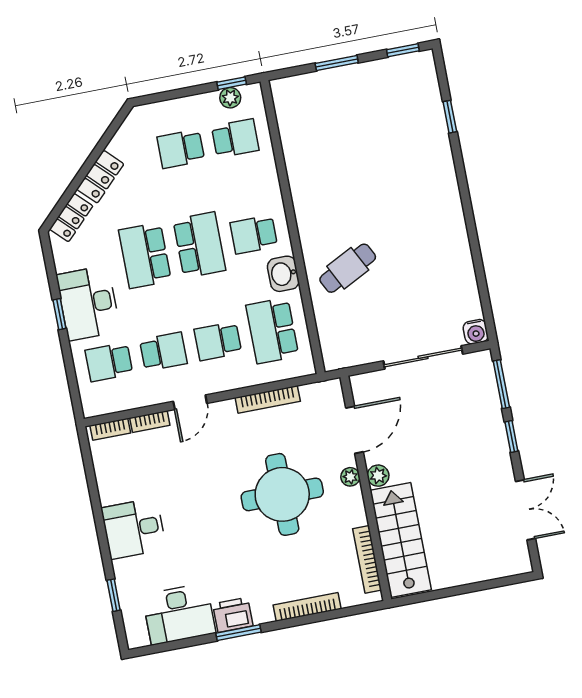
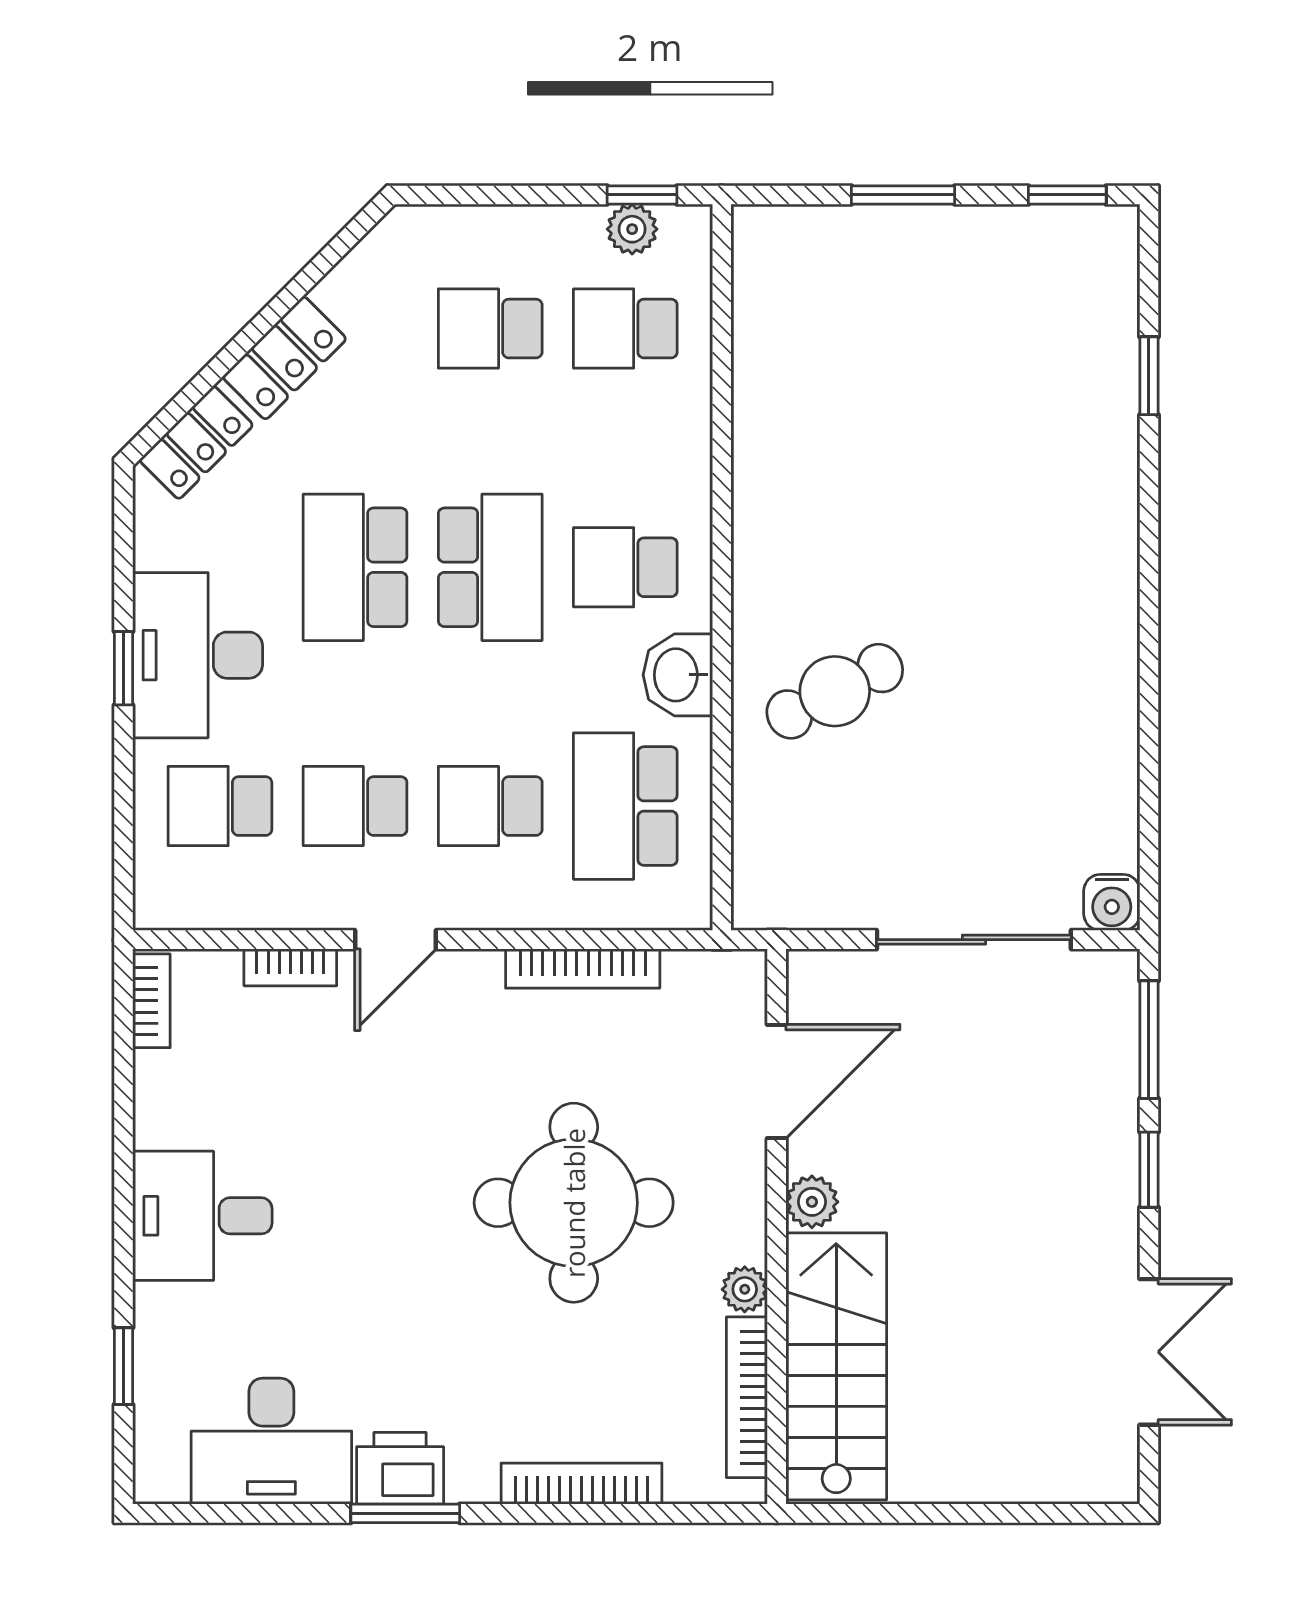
school desk: (235, 138) -> (625, 329), turned 180
school desk: (163, 352) -> (355, 806), turned 180
bookcase: (110, 429) -> (151, 1001), moved, turned -90
plant: (350, 477) -> (745, 1289), moved

